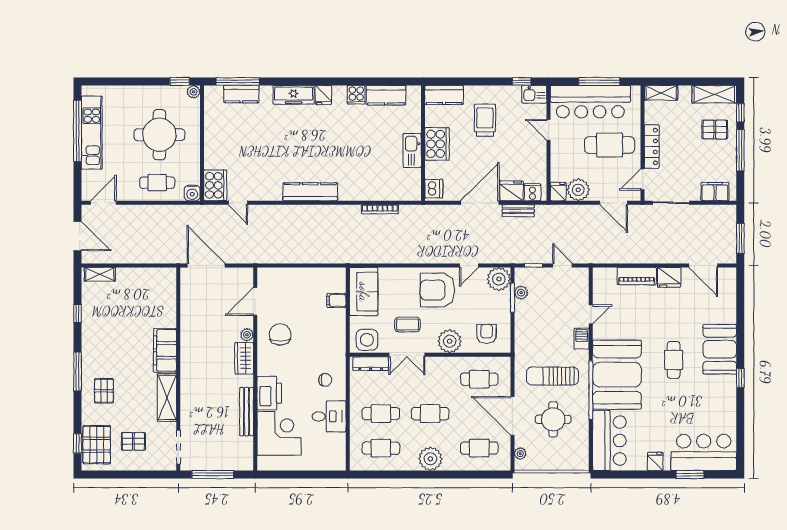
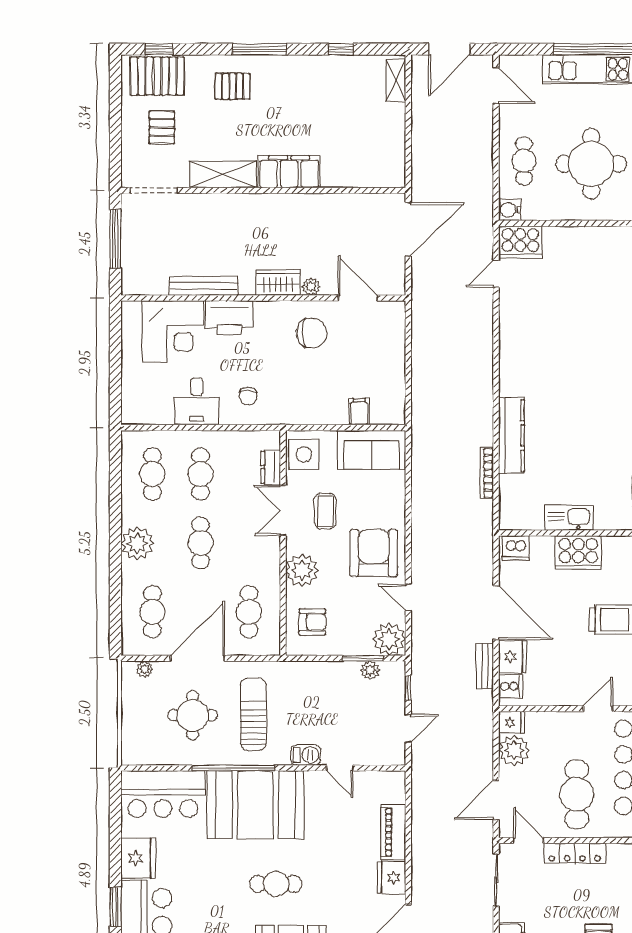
kitchen counter: (310, 192) -> (511, 436), moved
dresser: (371, 364) -> (271, 467), width x0.70
fridge: (655, 461) -> (138, 858), width x1.88, depth x1.34

